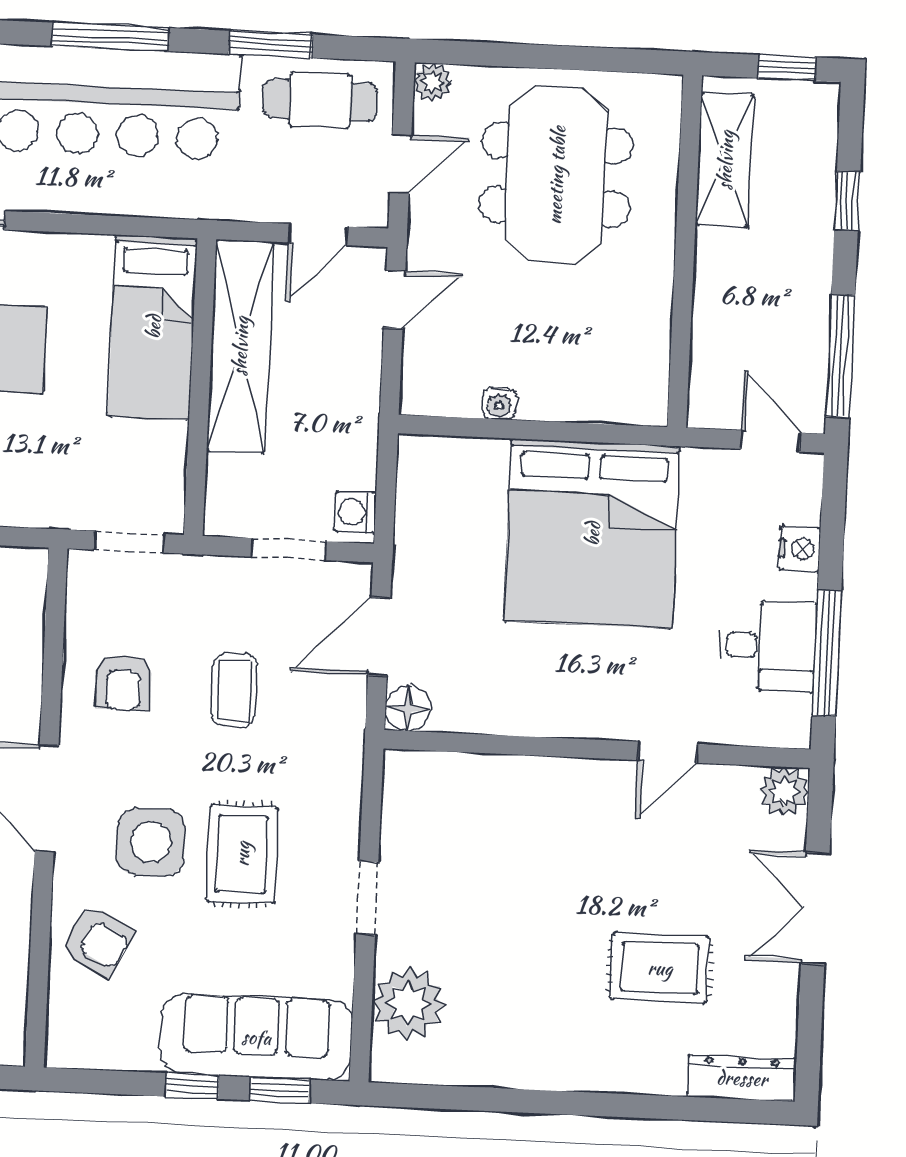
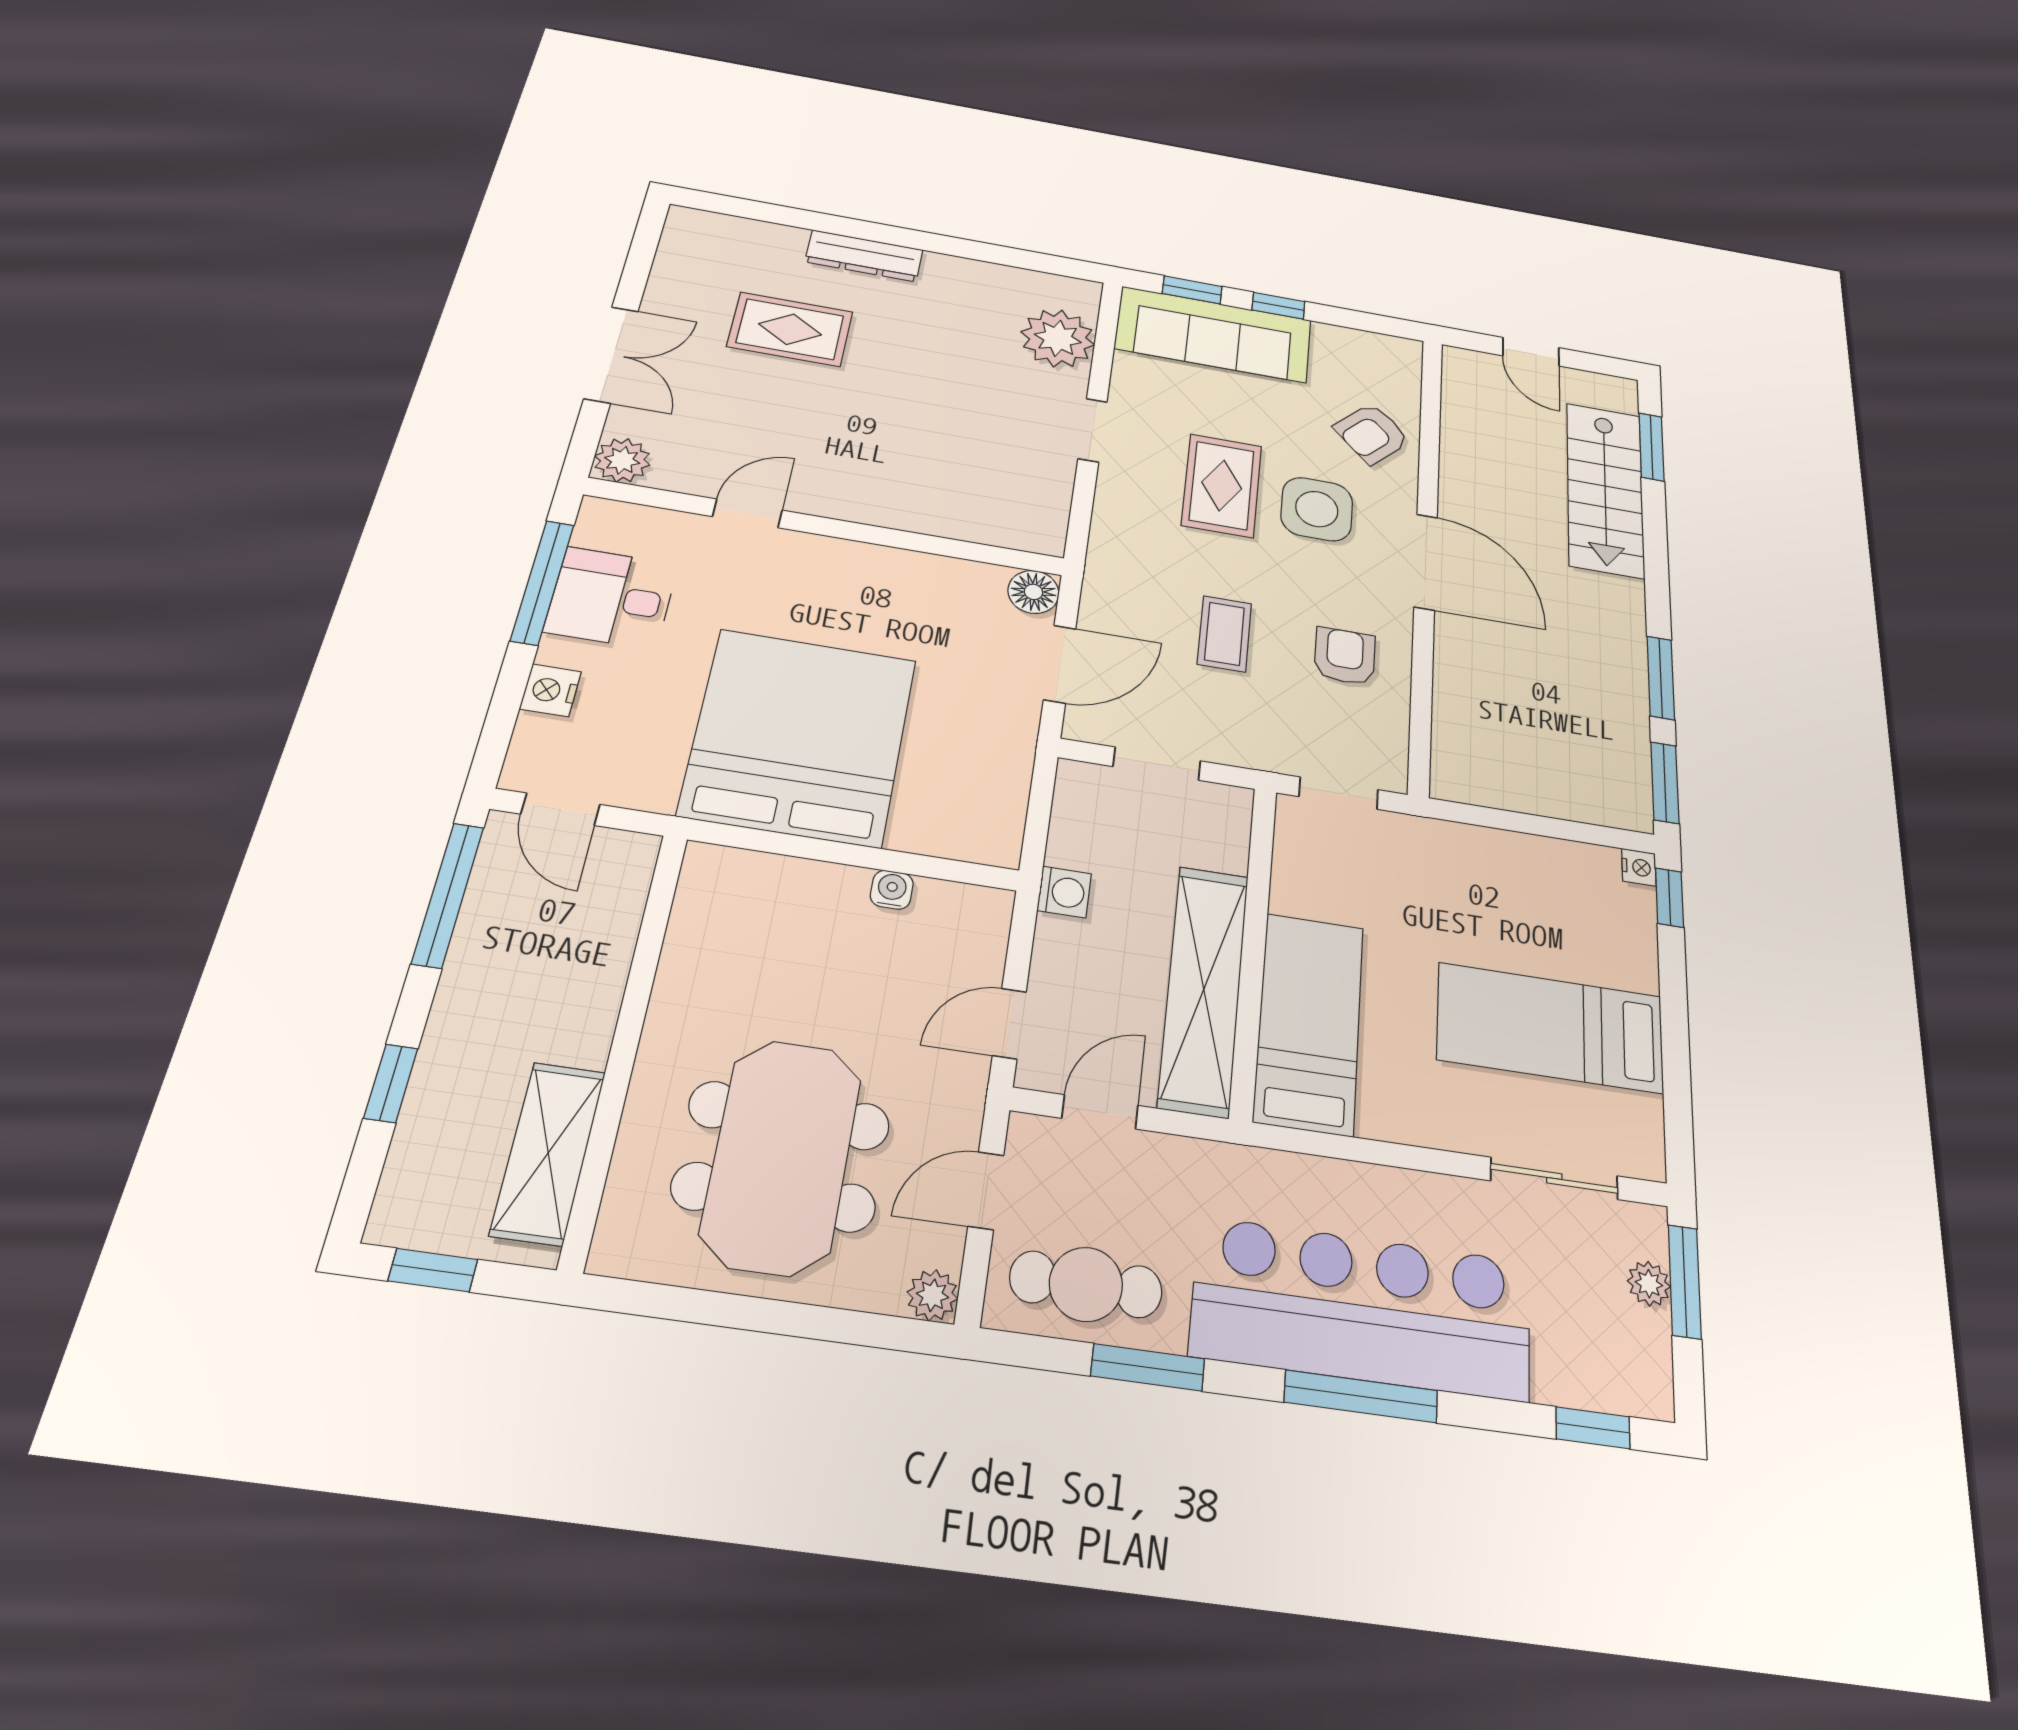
washing machine: (355, 512) -> (1064, 892), moved
armchair: (97, 941) -> (1372, 434), turned -73
dresser: (742, 1078) -> (864, 256), moved

